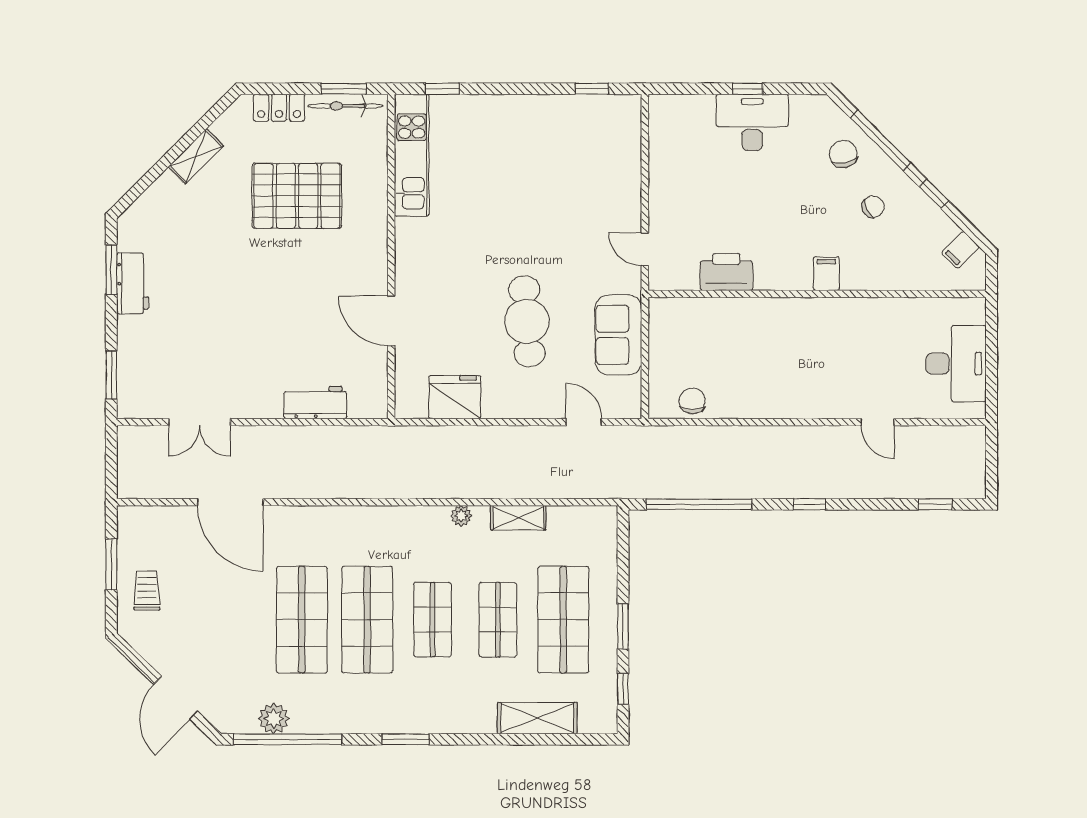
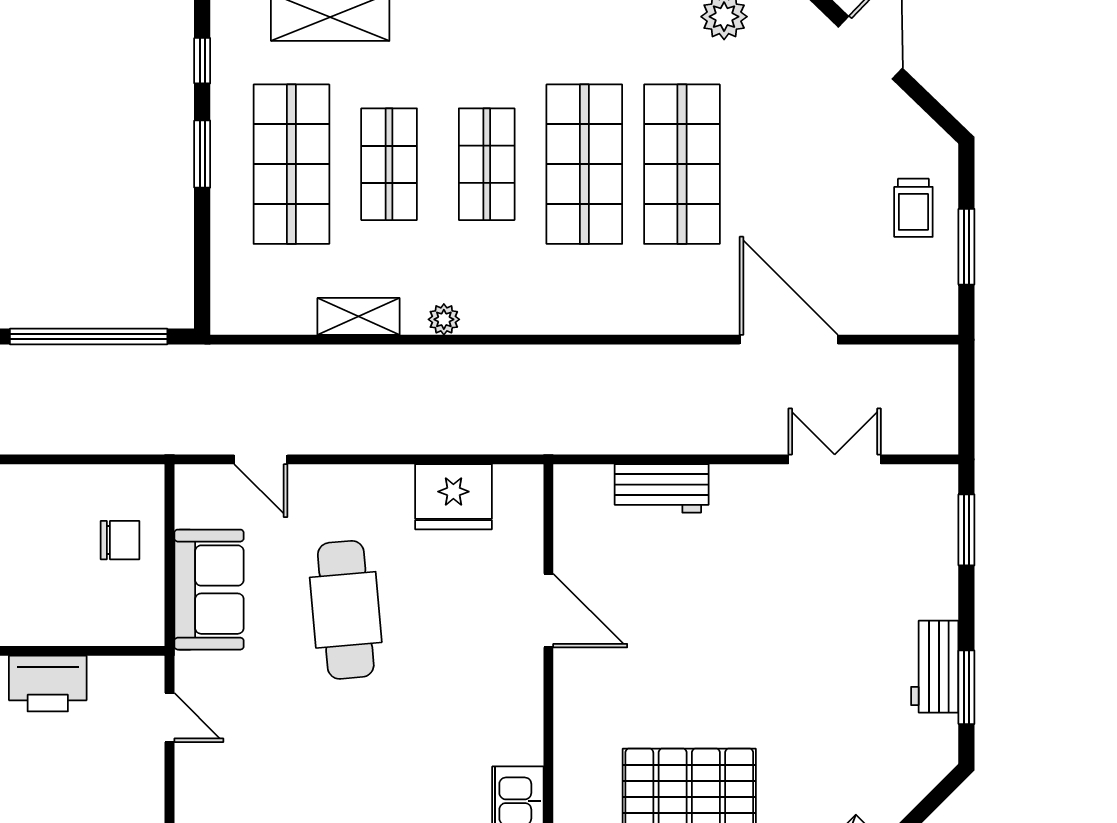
chair: (692, 401) -> (120, 540), moved, turned -90

